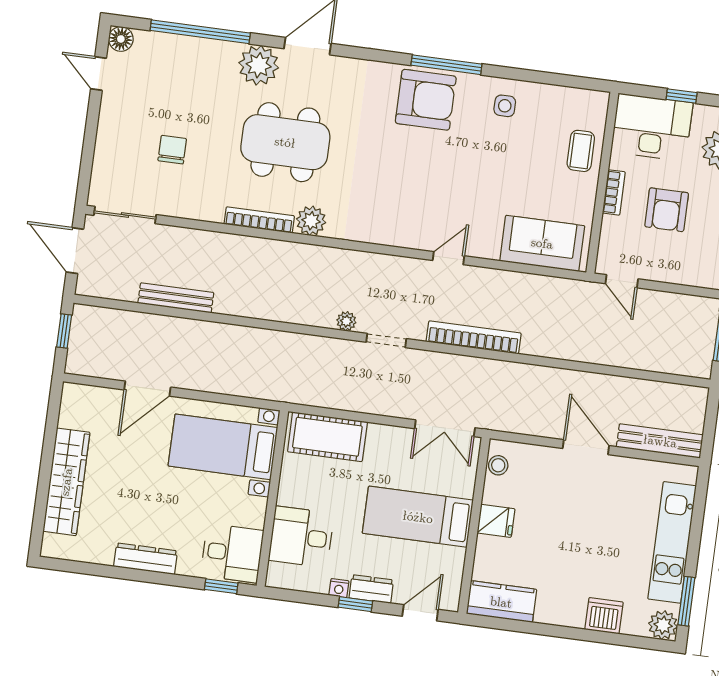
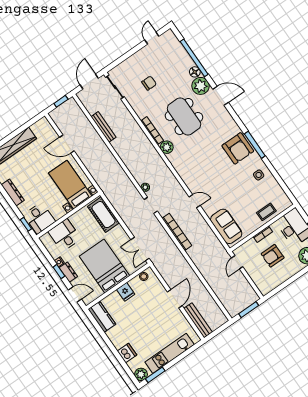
floor lamp: (121, 39) -> (195, 72), moved
bed: (418, 517) -> (104, 266), width x1.50

